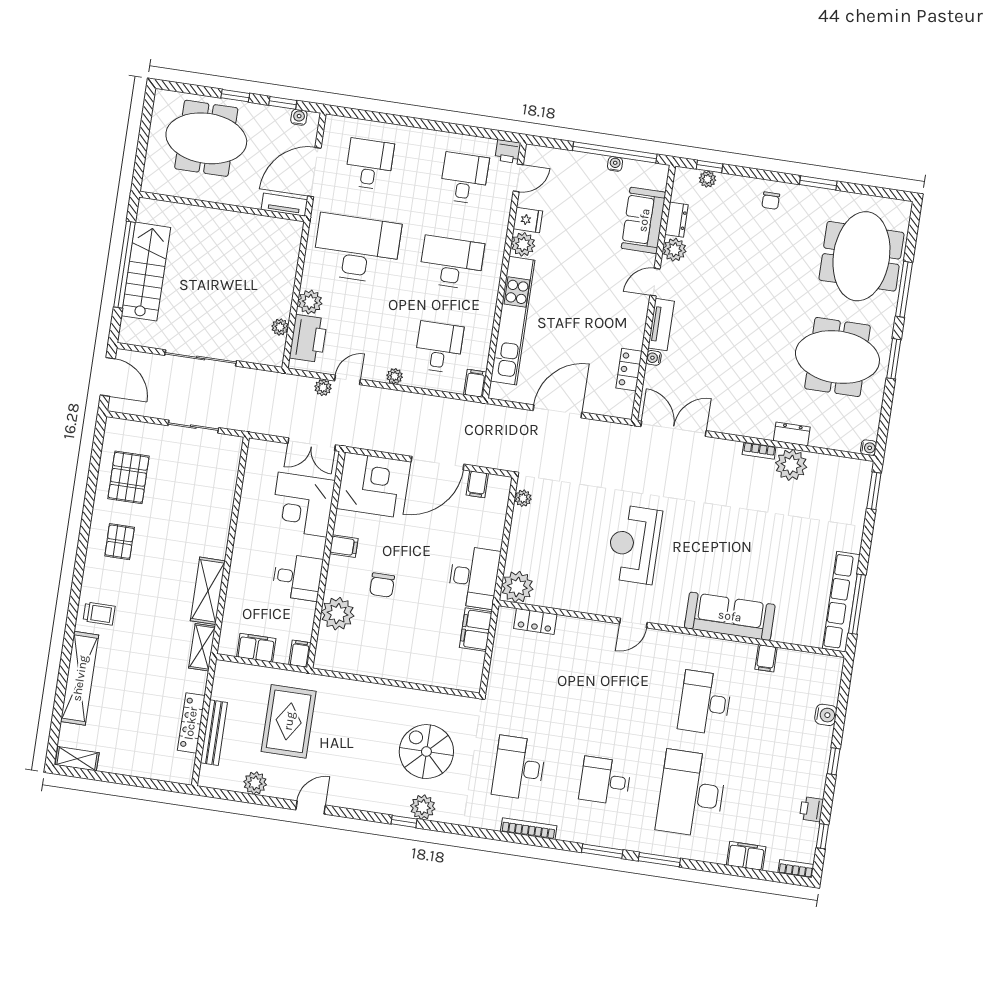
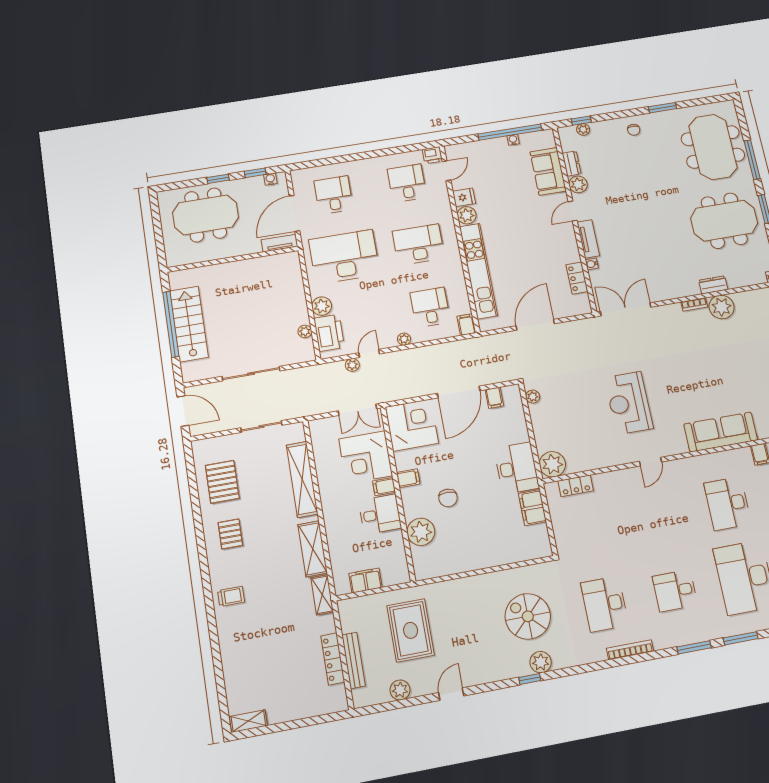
filing cabinet: (300, 654) -> (384, 487), moved, turned -90
shelving: (80, 678) -> (302, 479), moved

